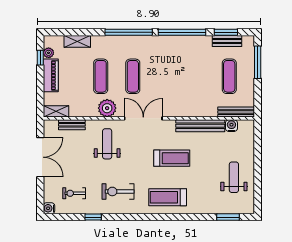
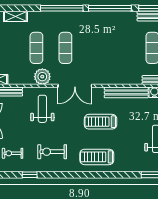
double door: (143, 118) -> (75, 86), swing flipped
treadmill: (172, 158) -> (101, 122), turned 180

